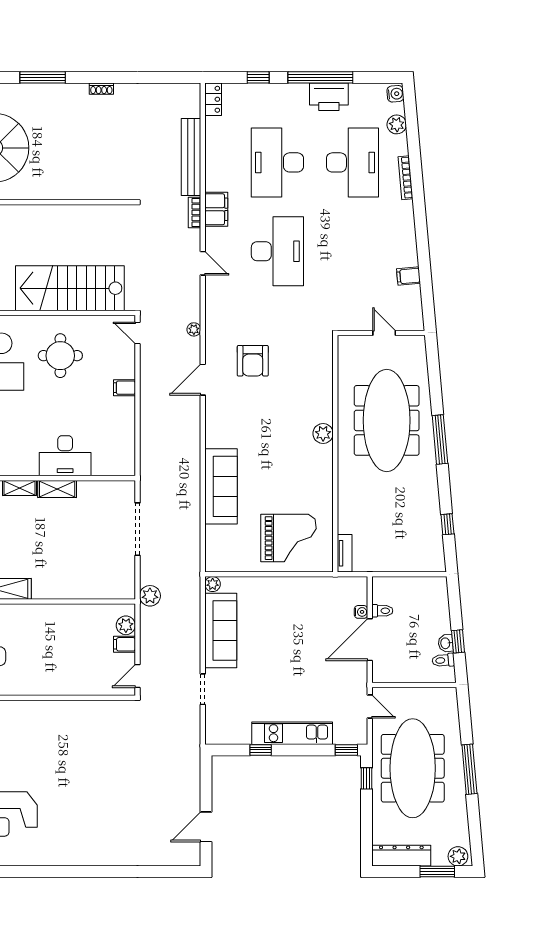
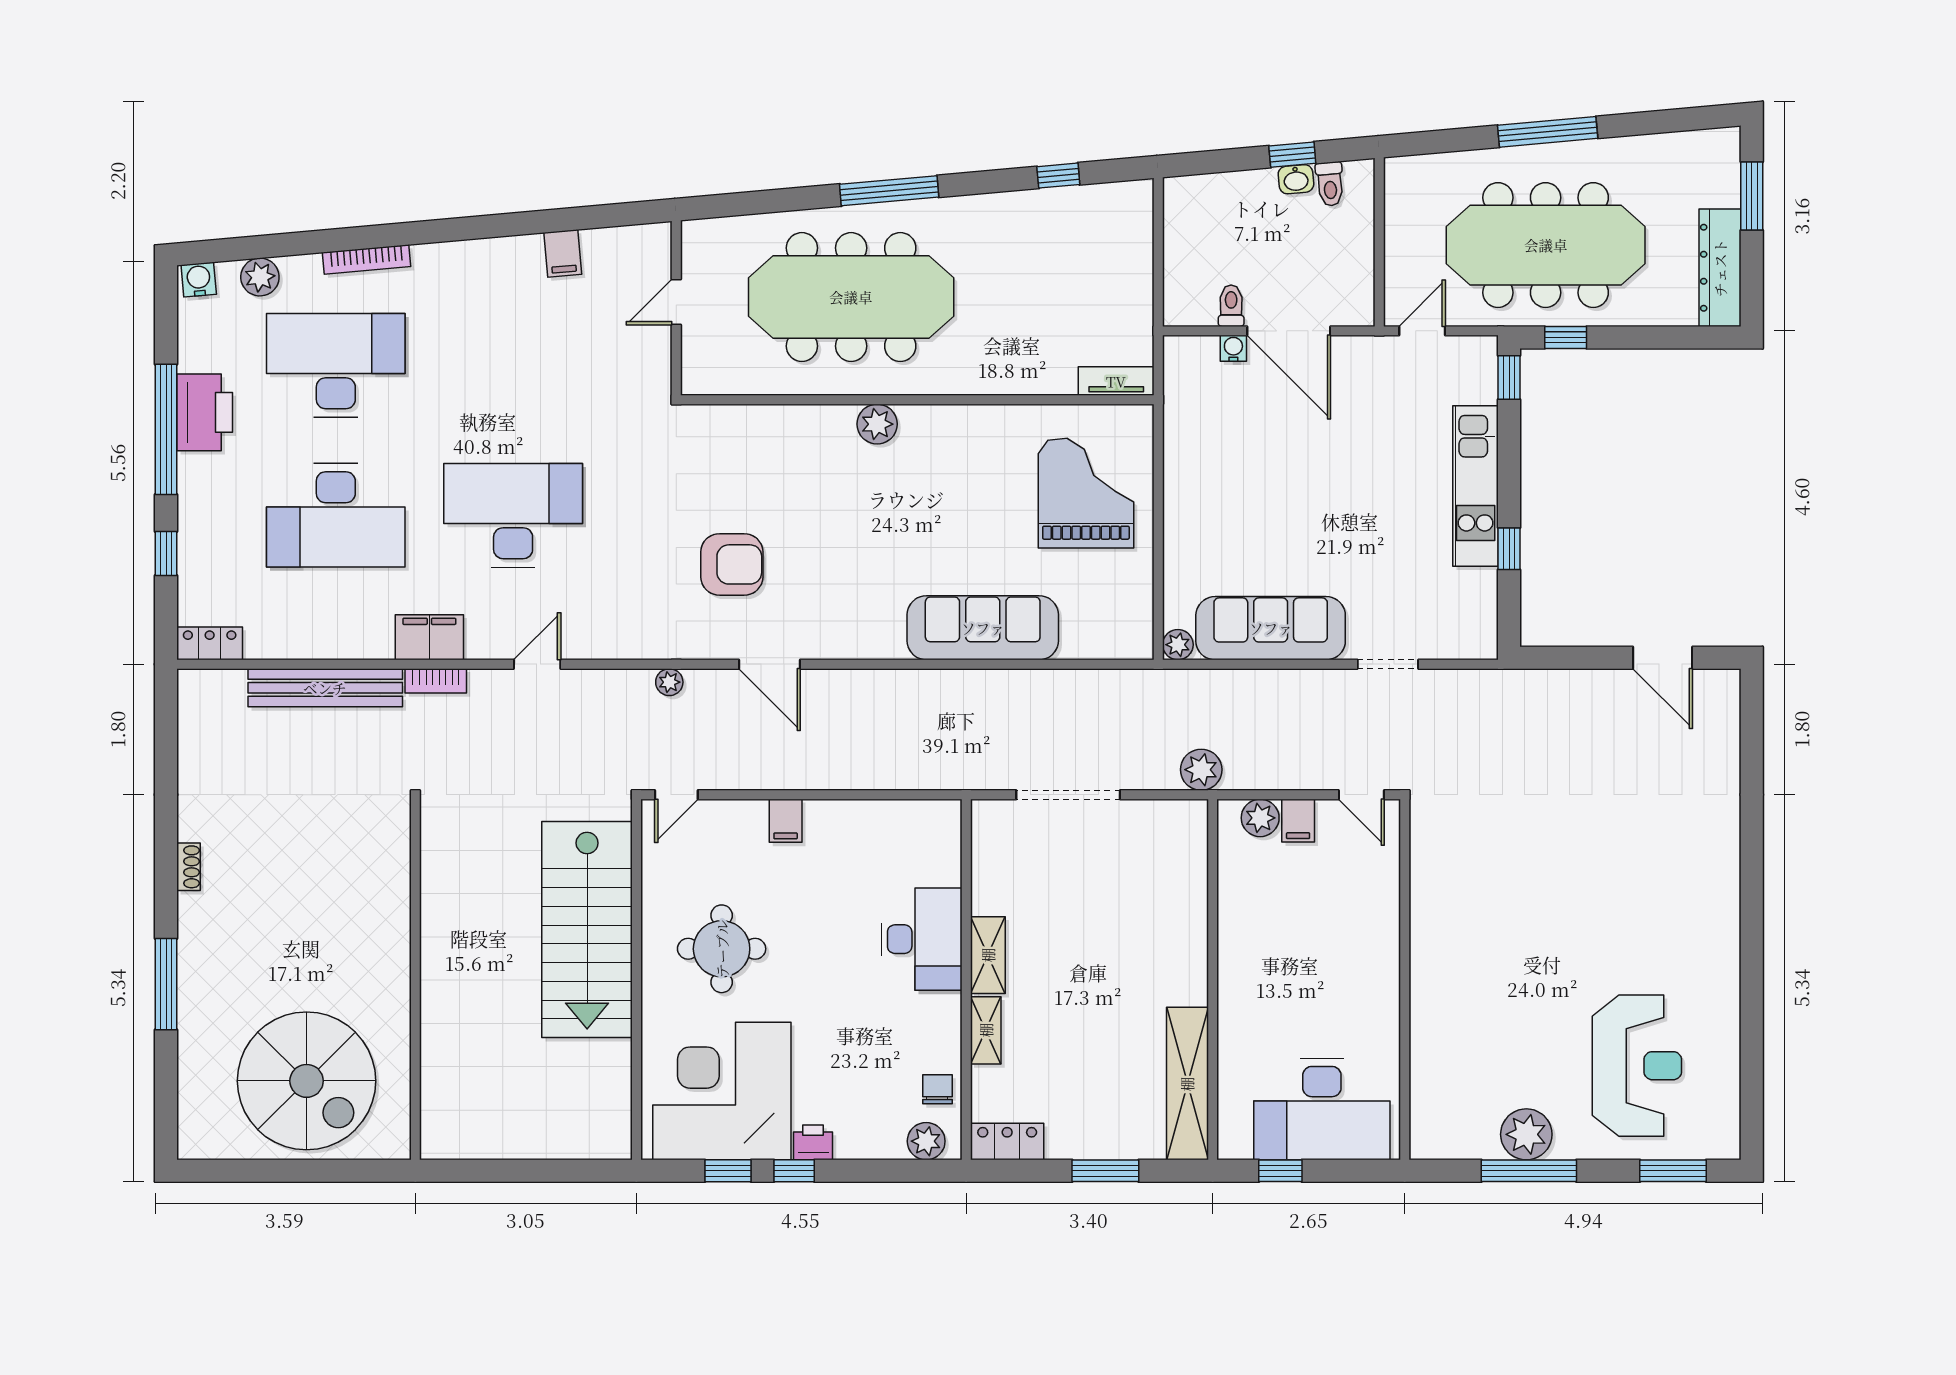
plant: (458, 856) -> (1722, 155), removed

